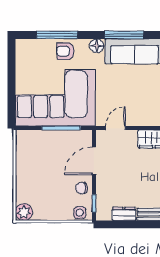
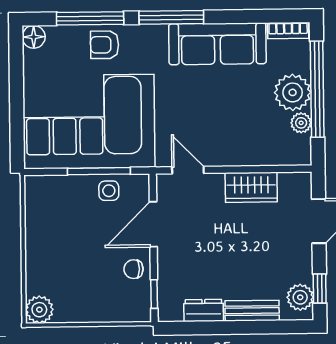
window: (124, 35) -> (171, 17), moved
floor lamp: (97, 46) -> (34, 37), moved
door: (116, 128) -> (188, 170), hinge flipped
side table: (80, 213) -> (109, 191), moved

